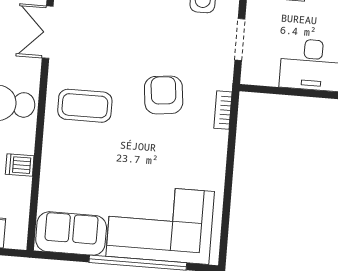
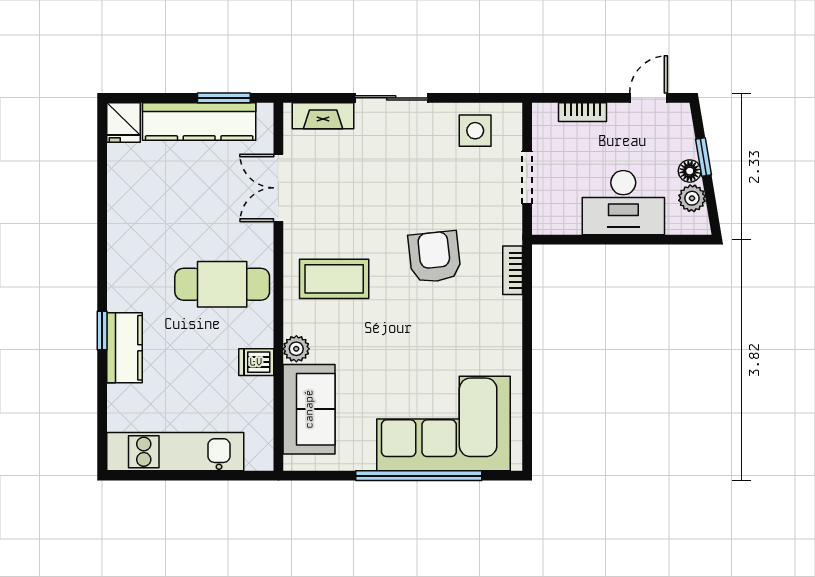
plant: (51, 157) -> (296, 349), added
sofa: (71, 233) -> (309, 409), moved, turned 90

